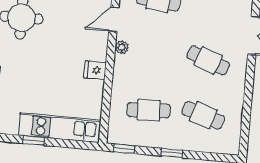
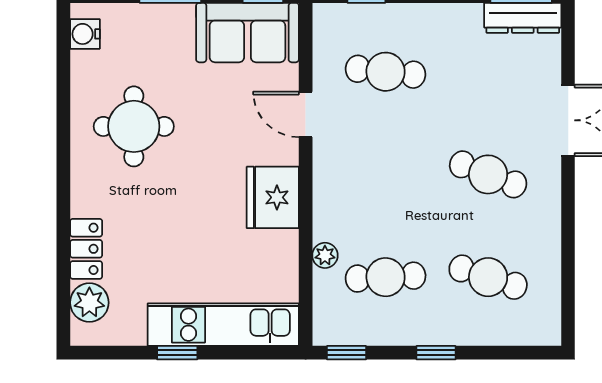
door: (114, 19) -> (306, 114), hinge flipped
plant: (122, 47) -> (325, 255), moved
fridge: (95, 70) -> (273, 197), width x1.88, depth x1.34

